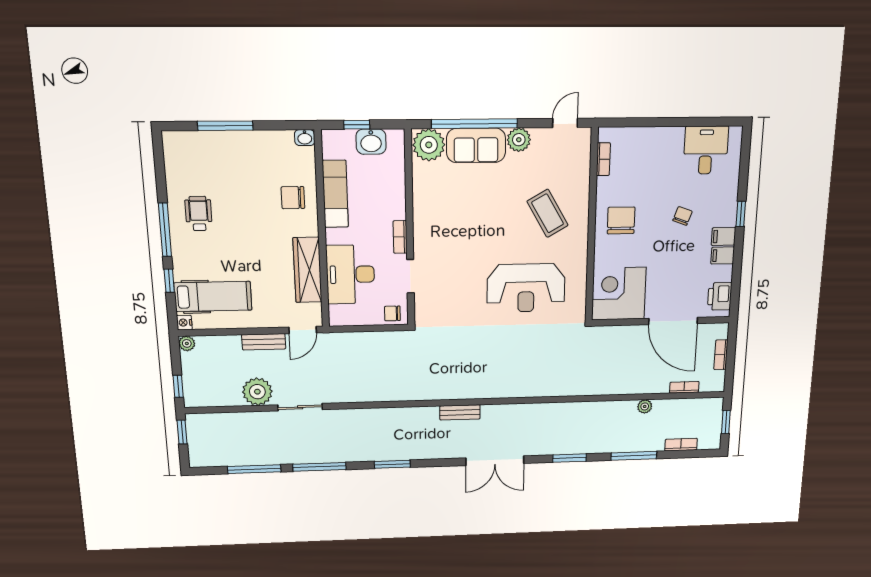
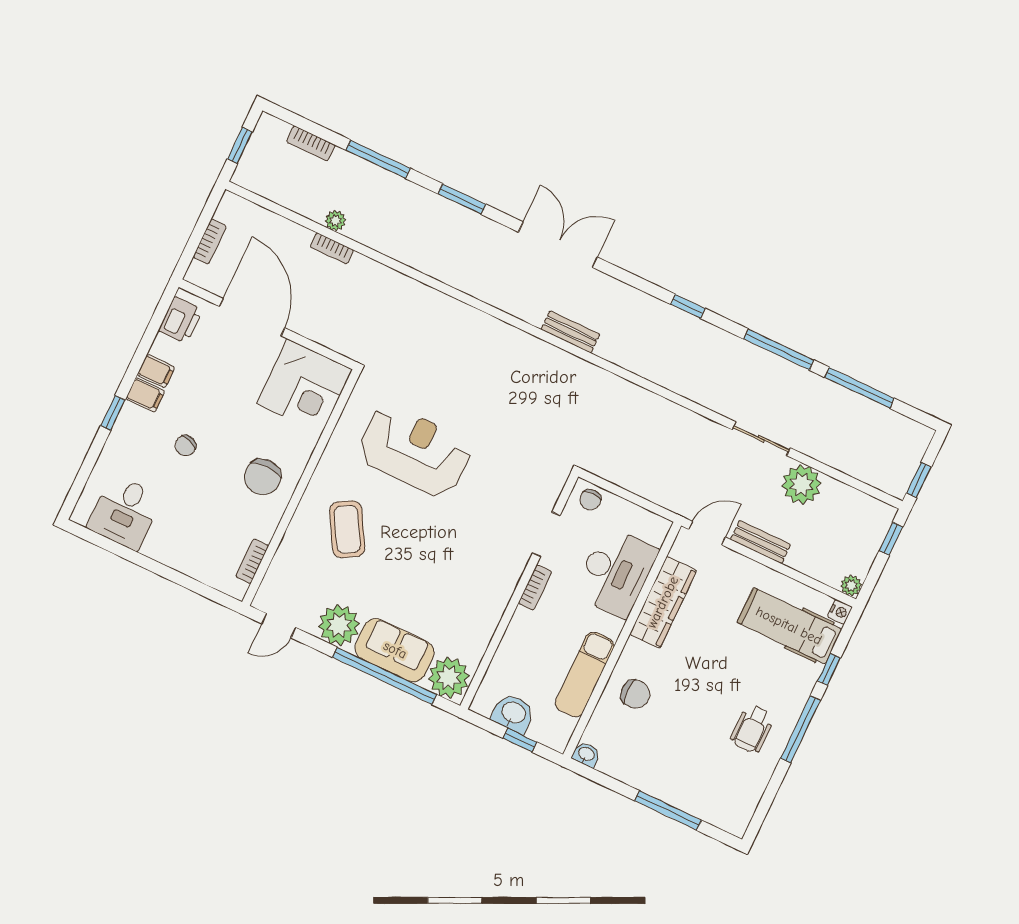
plant: (519, 140) -> (339, 625), width x1.36, depth x1.36
chair: (392, 313) -> (590, 500), turned 90
bookcase: (684, 387) -> (332, 248), moved
window: (392, 464) -> (688, 306), width x0.67

